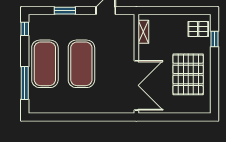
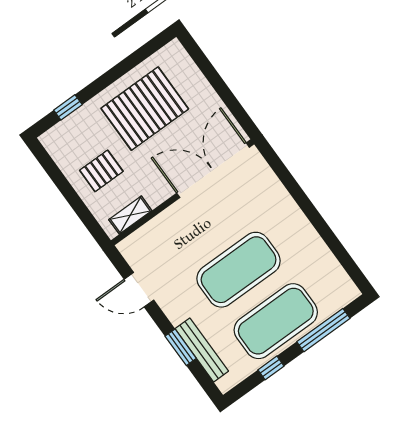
bench: (56, 20) -> (202, 350), added
window: (25, 29) -> (271, 368), moved
pallet: (198, 29) -> (101, 171), moved, turned 90

